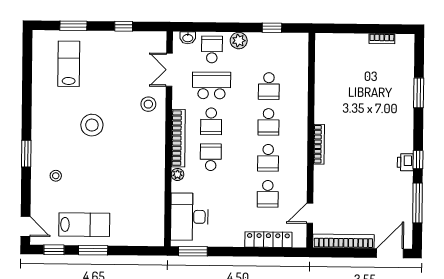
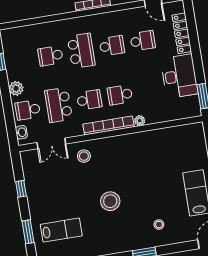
lab bench: (69, 64) -> (61, 230), turned 180
school desk: (269, 86) -> (50, 56), turned 180
school desk: (268, 122) -> (81, 51), width x1.85
desk: (189, 217) -> (179, 76), moved, turned -90

